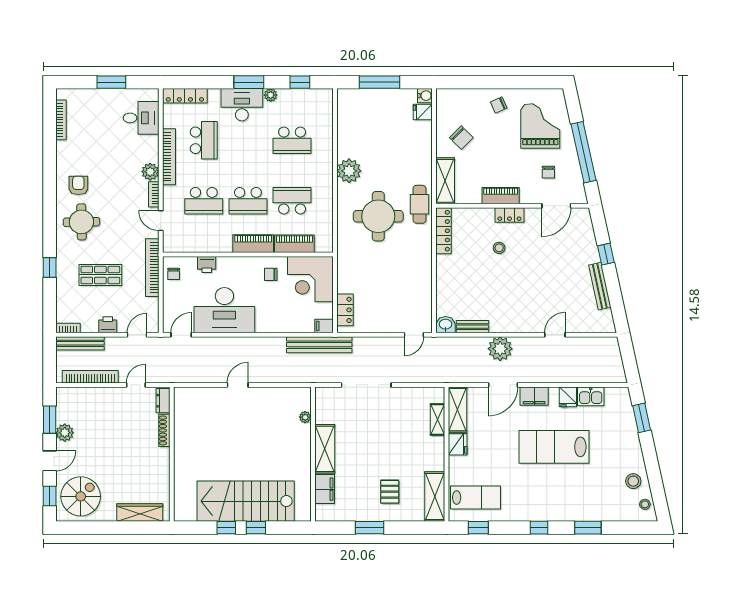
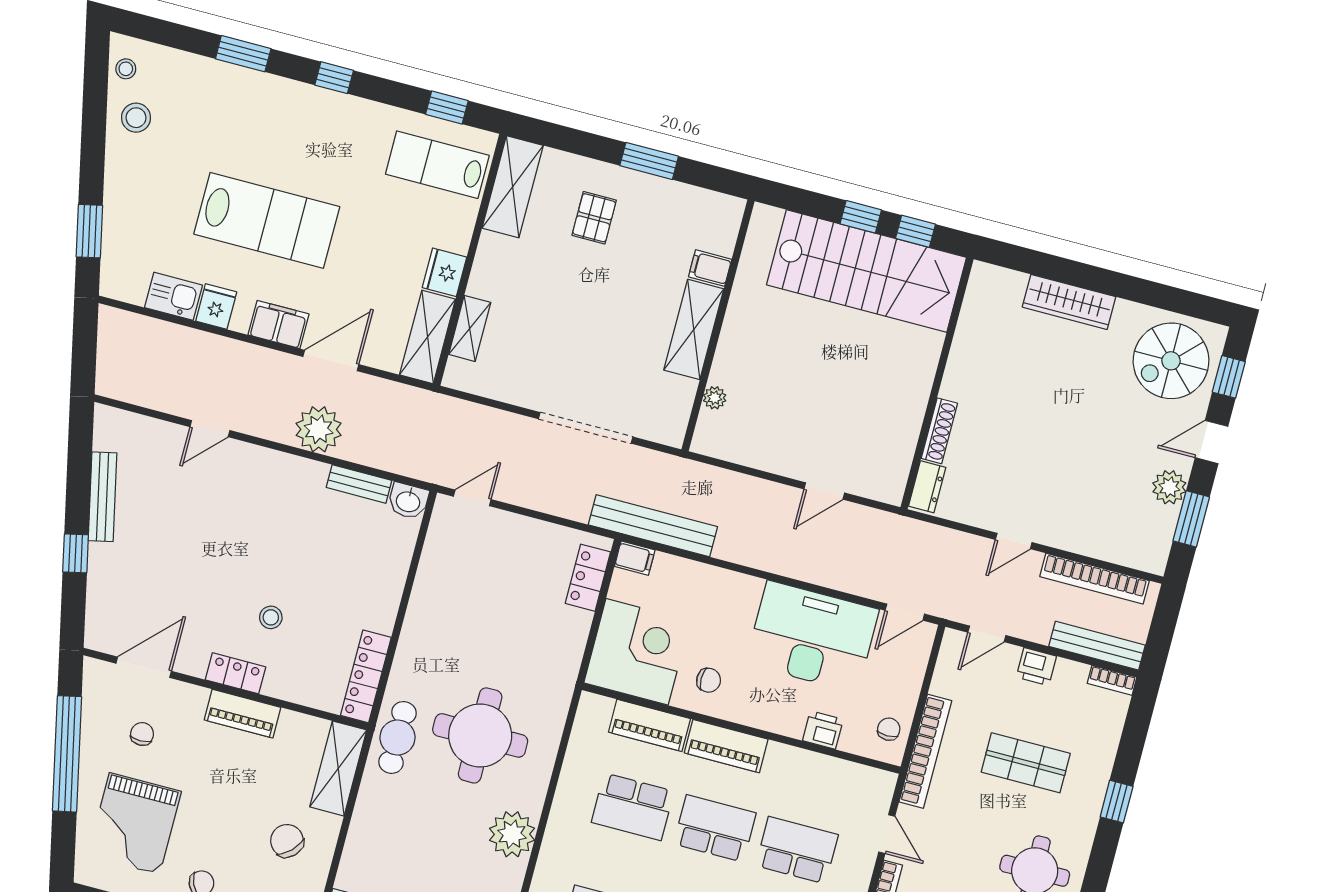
dresser: (163, 401) -> (927, 487), moved
shoe rack: (164, 430) -> (939, 431), moved
wall: (172, 454) -> (937, 383), moved
filing cabinet: (325, 489) -> (710, 268), width x0.50

